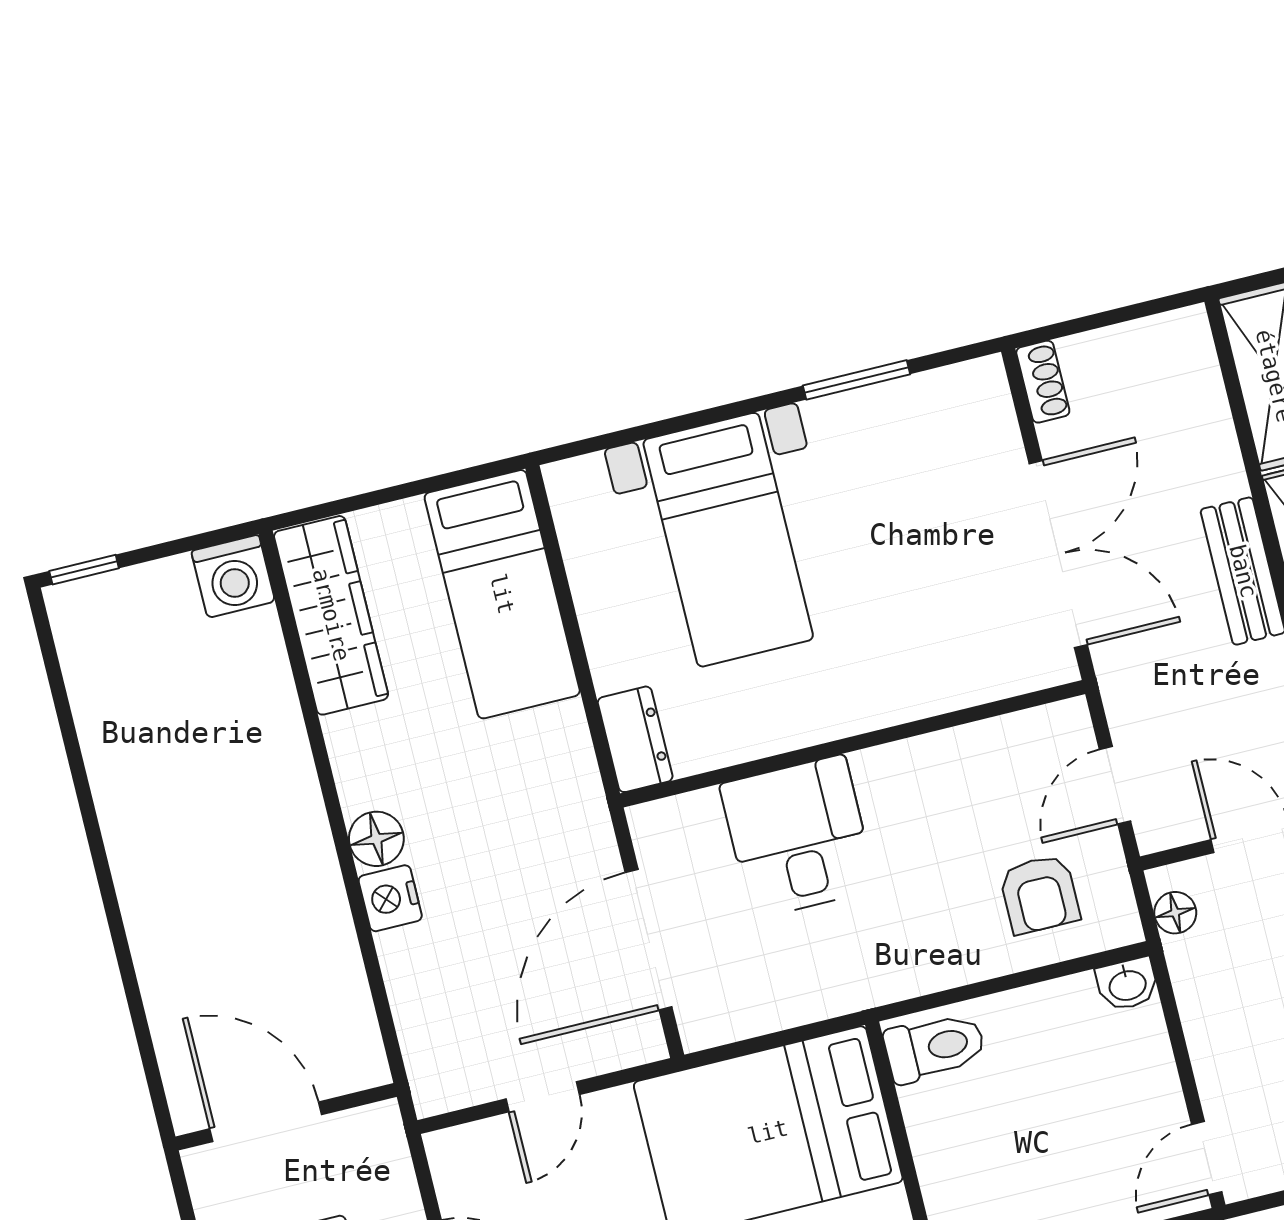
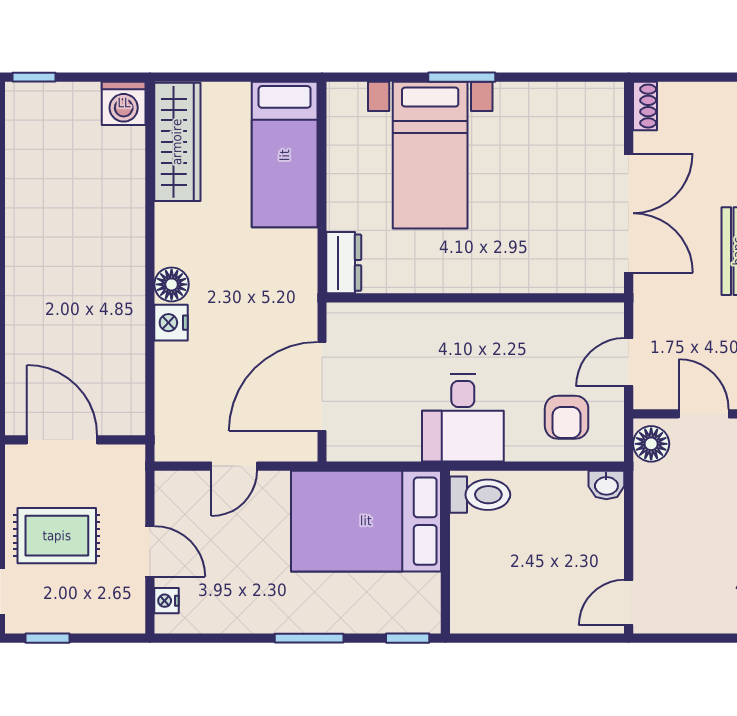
window: (856, 380) -> (462, 77), moved
desk: (798, 837) -> (463, 418), moved, turned 180
floor lamp: (1175, 913) -> (651, 444), width x1.37, depth x1.37

